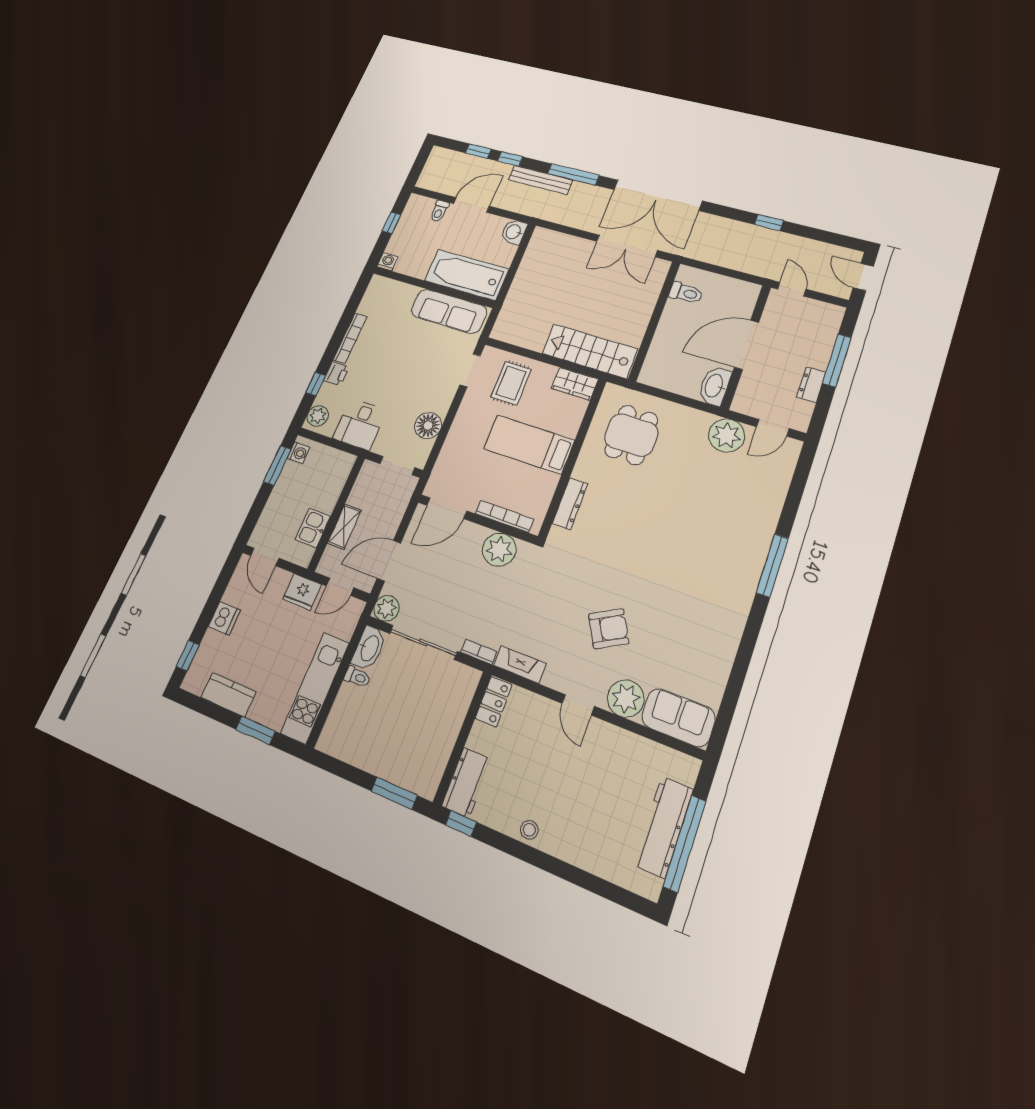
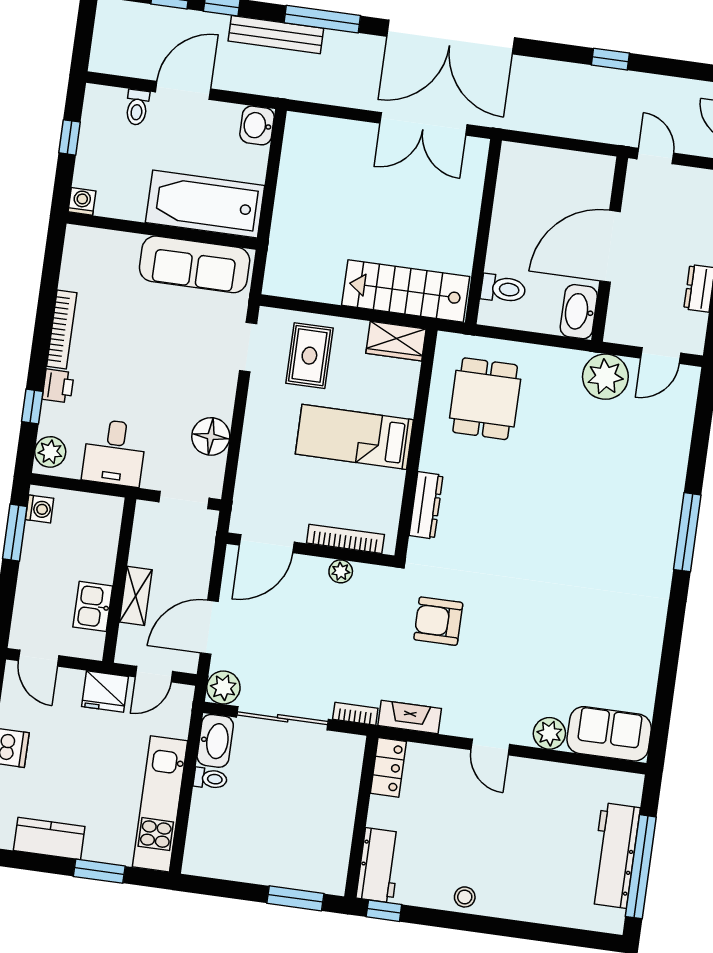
toilet: (686, 293) -> (503, 289), moved
plant: (499, 550) -> (341, 571), width x0.53, depth x0.53
armchair: (609, 629) -> (438, 621), moved, turned -151
plant: (626, 699) -> (549, 733), width x0.73, depth x0.73

